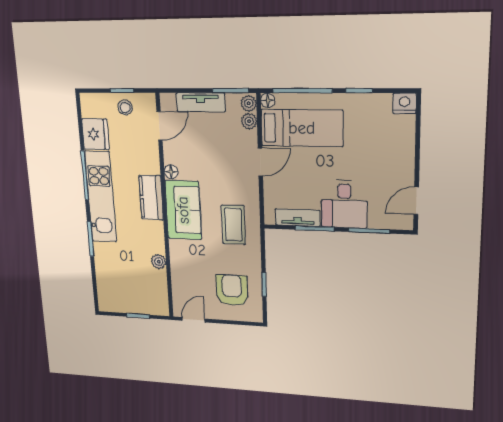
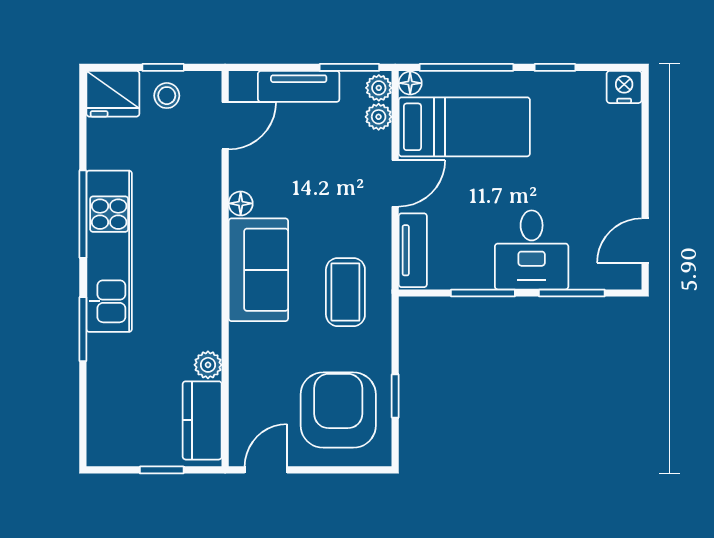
fridge: (95, 134) -> (113, 94), moved, turned 90
kitchen counter: (151, 197) -> (202, 420), moved
tv unit: (298, 218) -> (413, 250), moved, turned 90
armchair: (232, 290) -> (338, 410), width x1.36, depth x1.36

